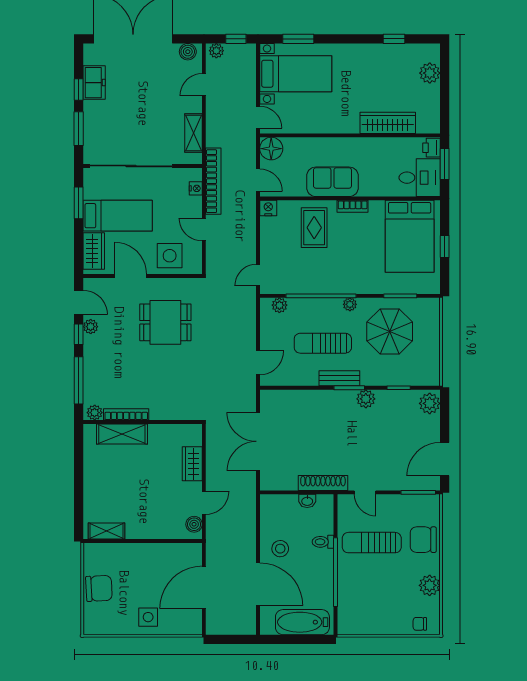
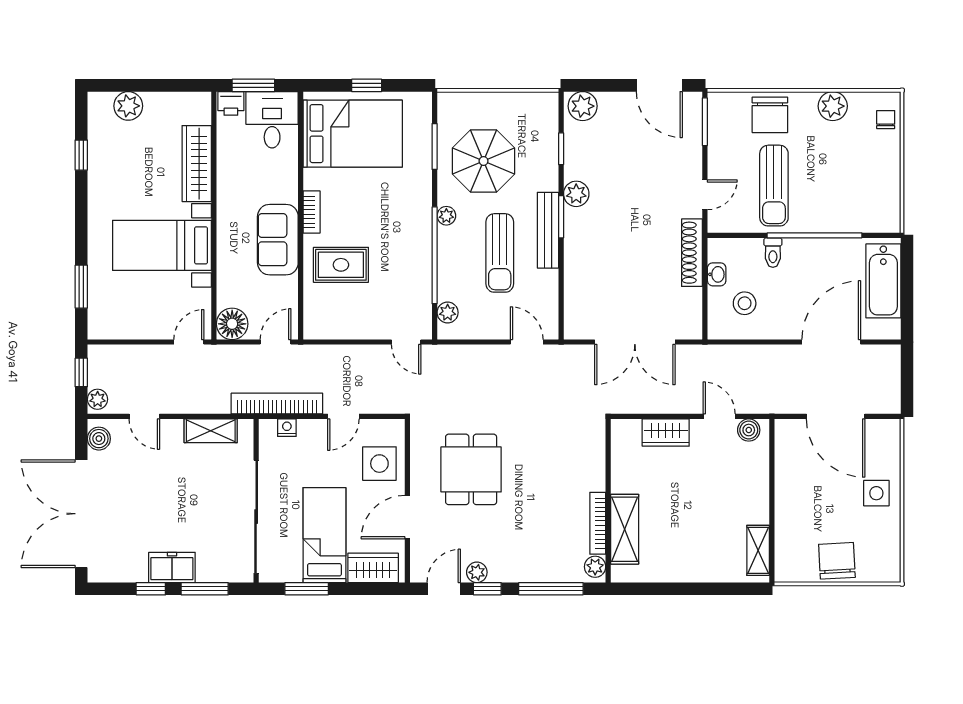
bed with nightstands: (296, 74) -> (162, 245), moved, turned -90
freezer: (94, 83) -> (172, 567), moved
nightstand: (268, 208) -> (314, 328), removed
bench: (339, 378) -> (548, 230), width x1.36
stool: (280, 549) -> (745, 303), moved
chair: (420, 624) -> (886, 120), turned 180

